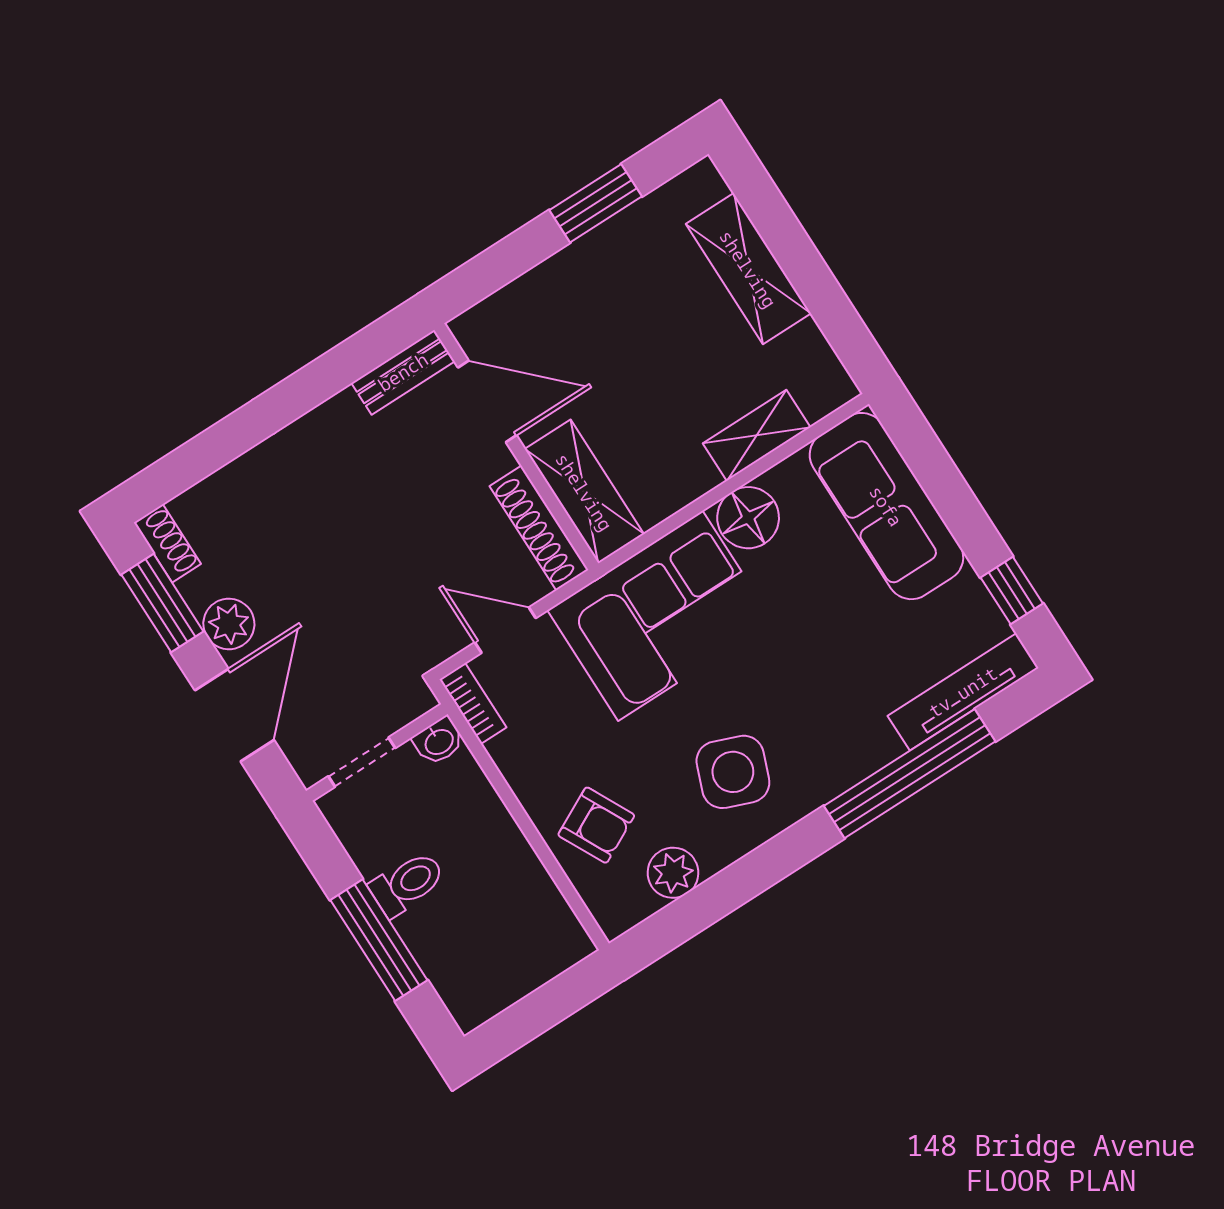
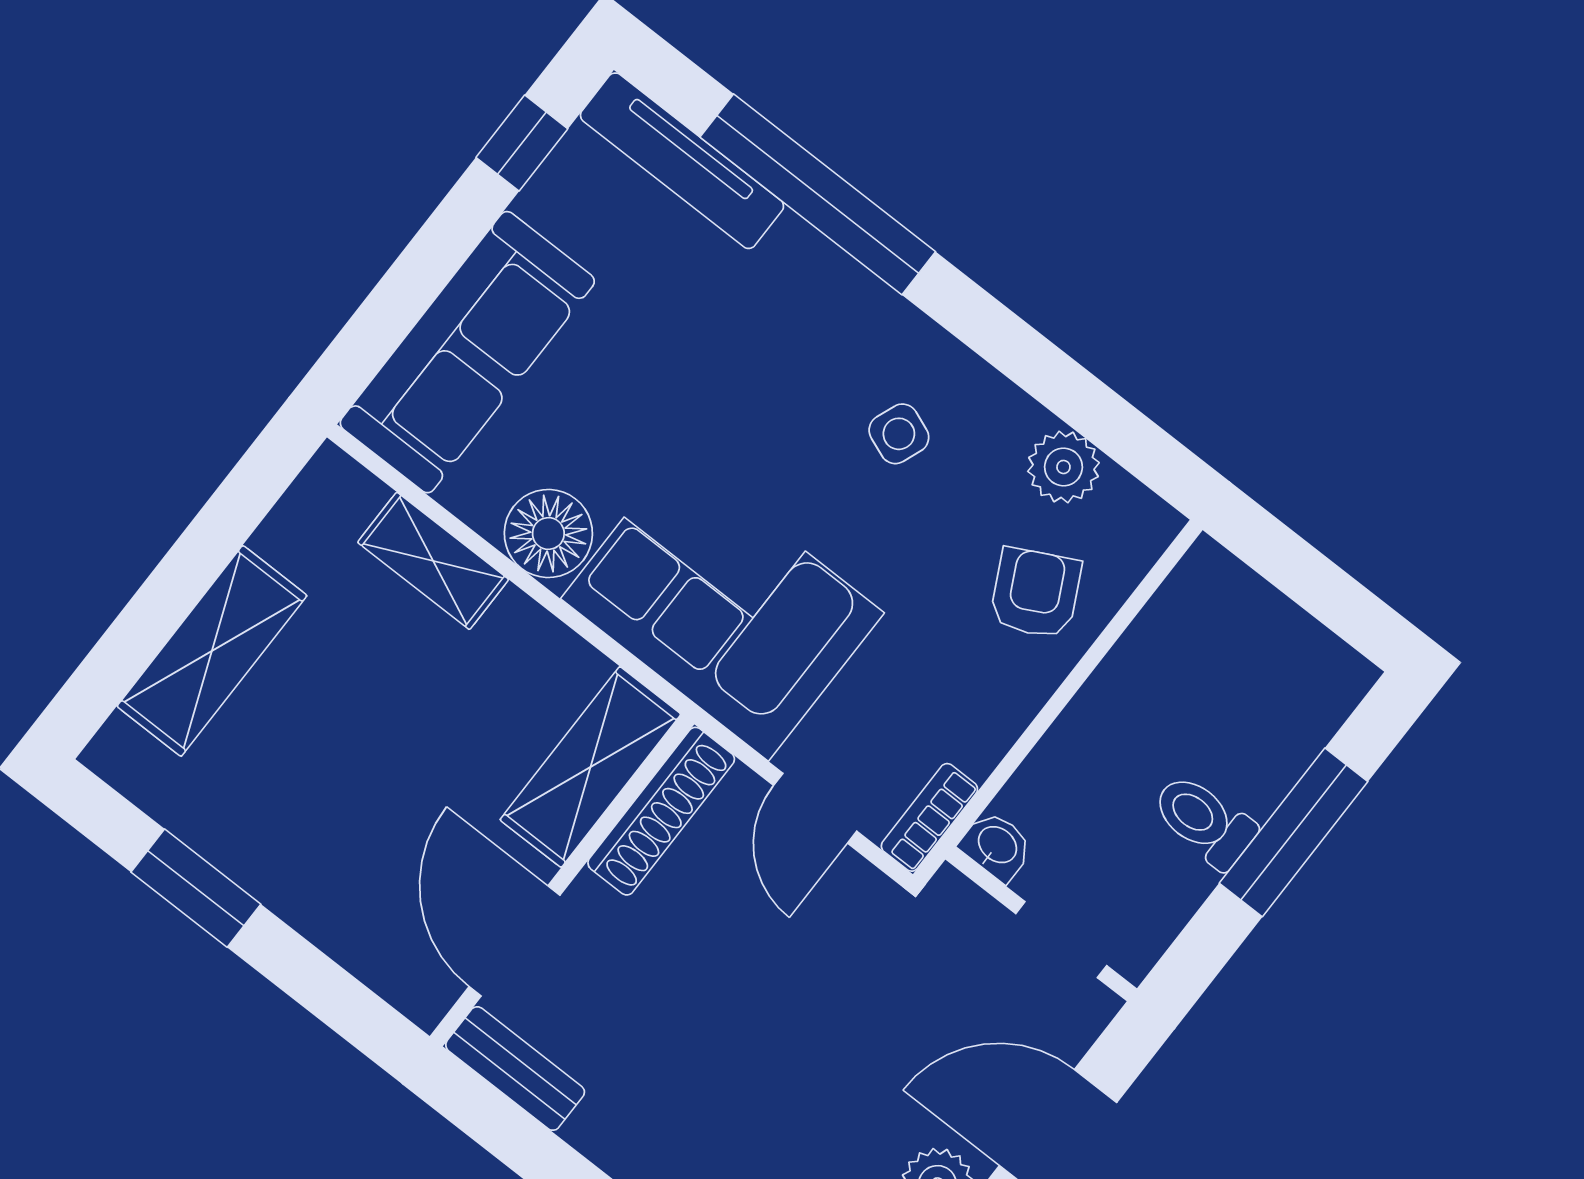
side table: (733, 772) -> (899, 434), width x0.54, depth x0.54

